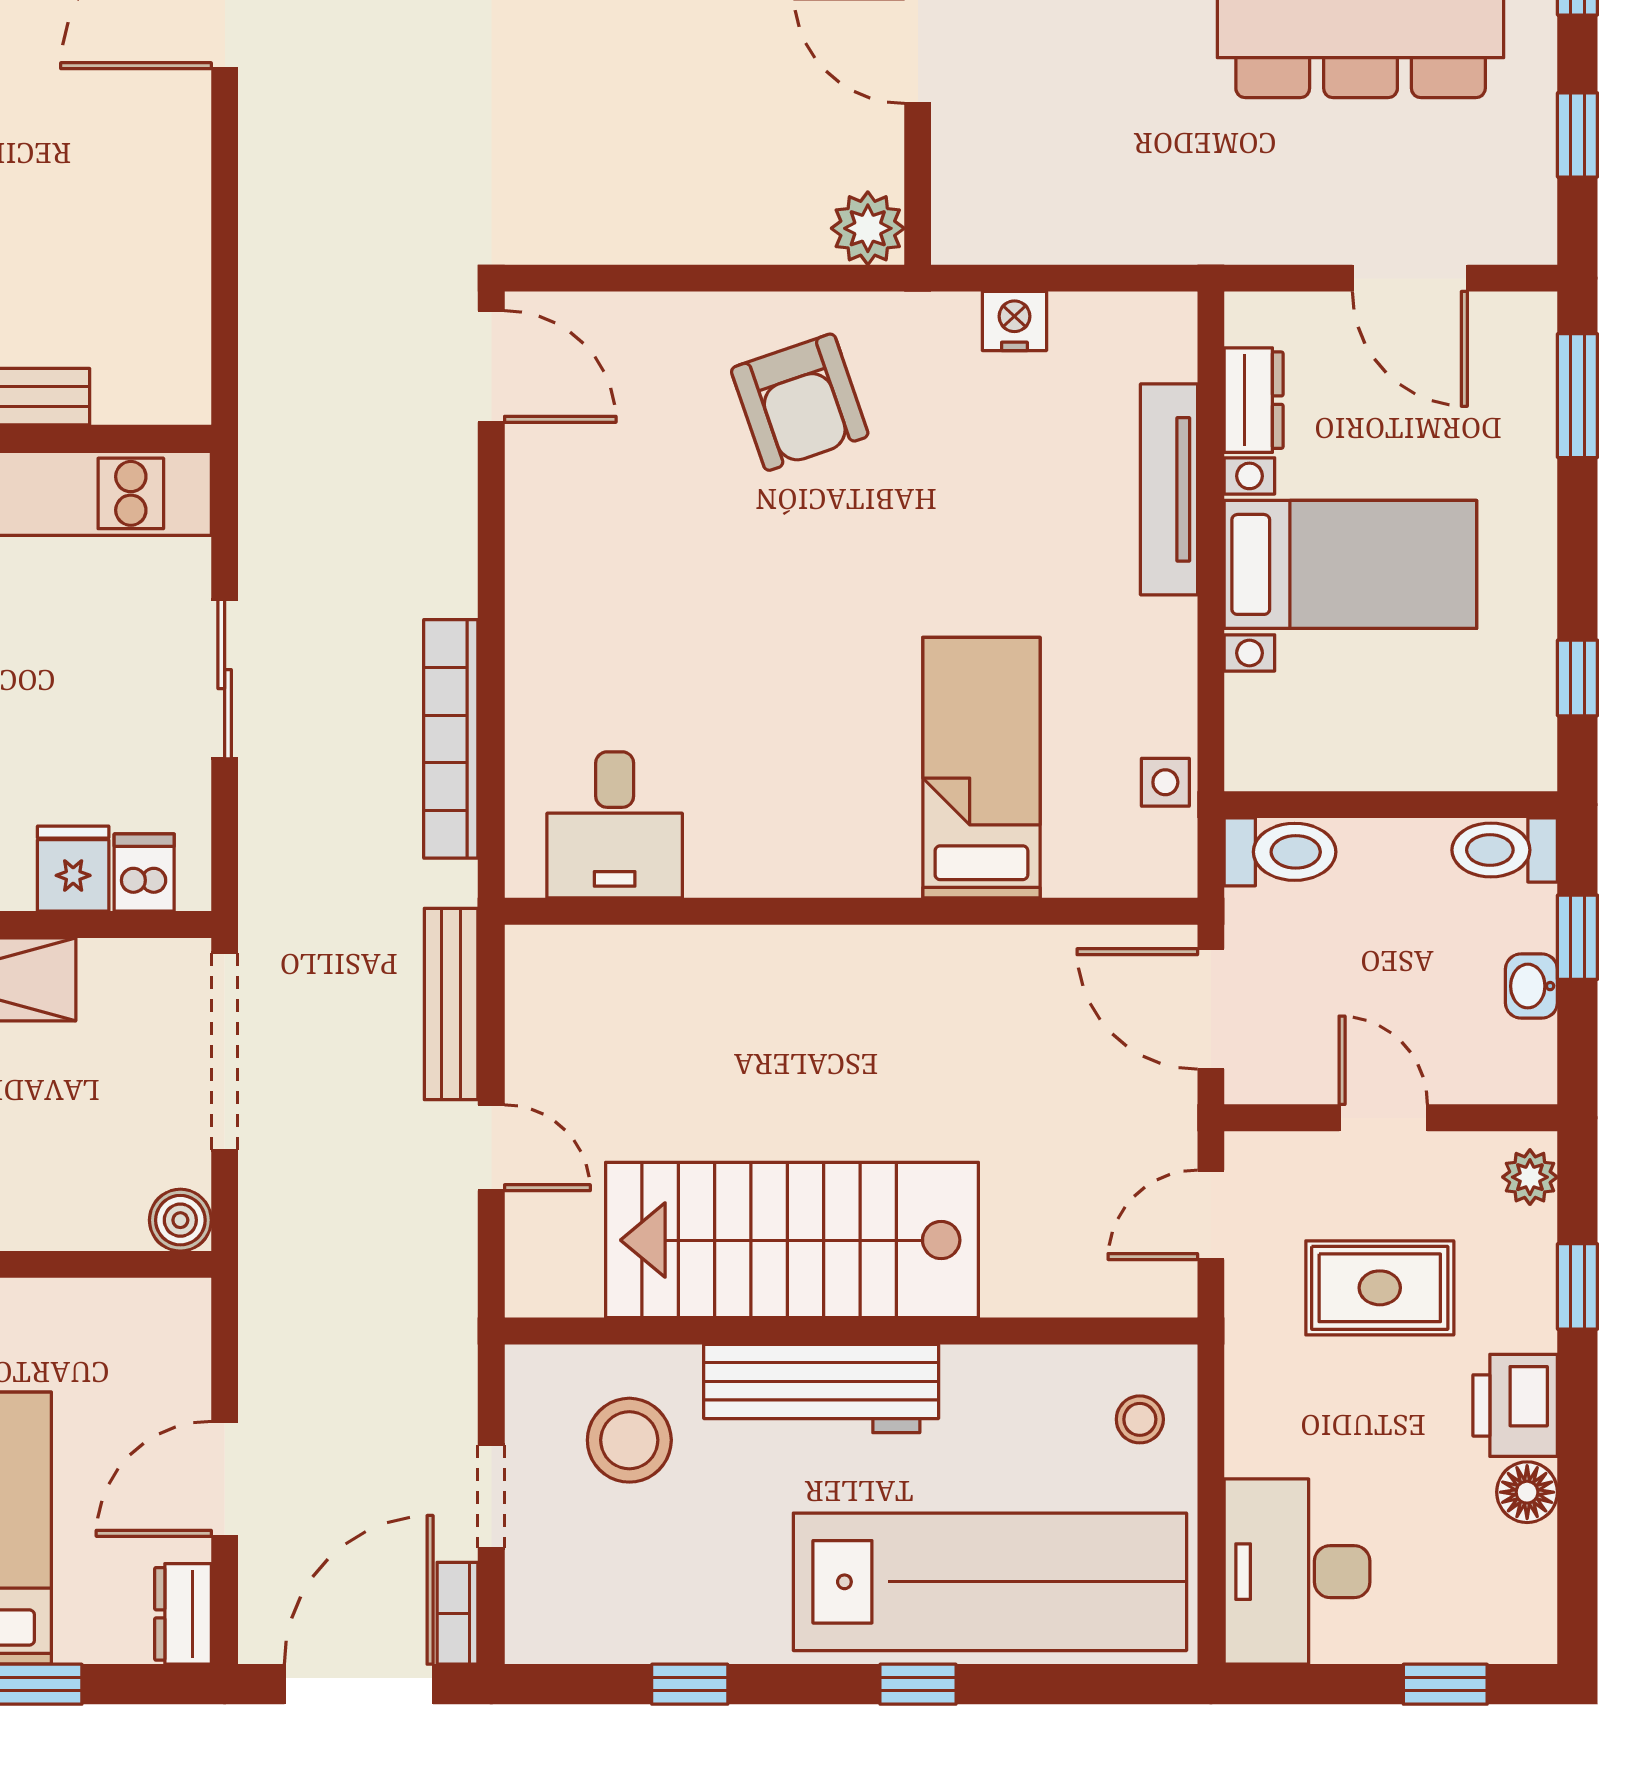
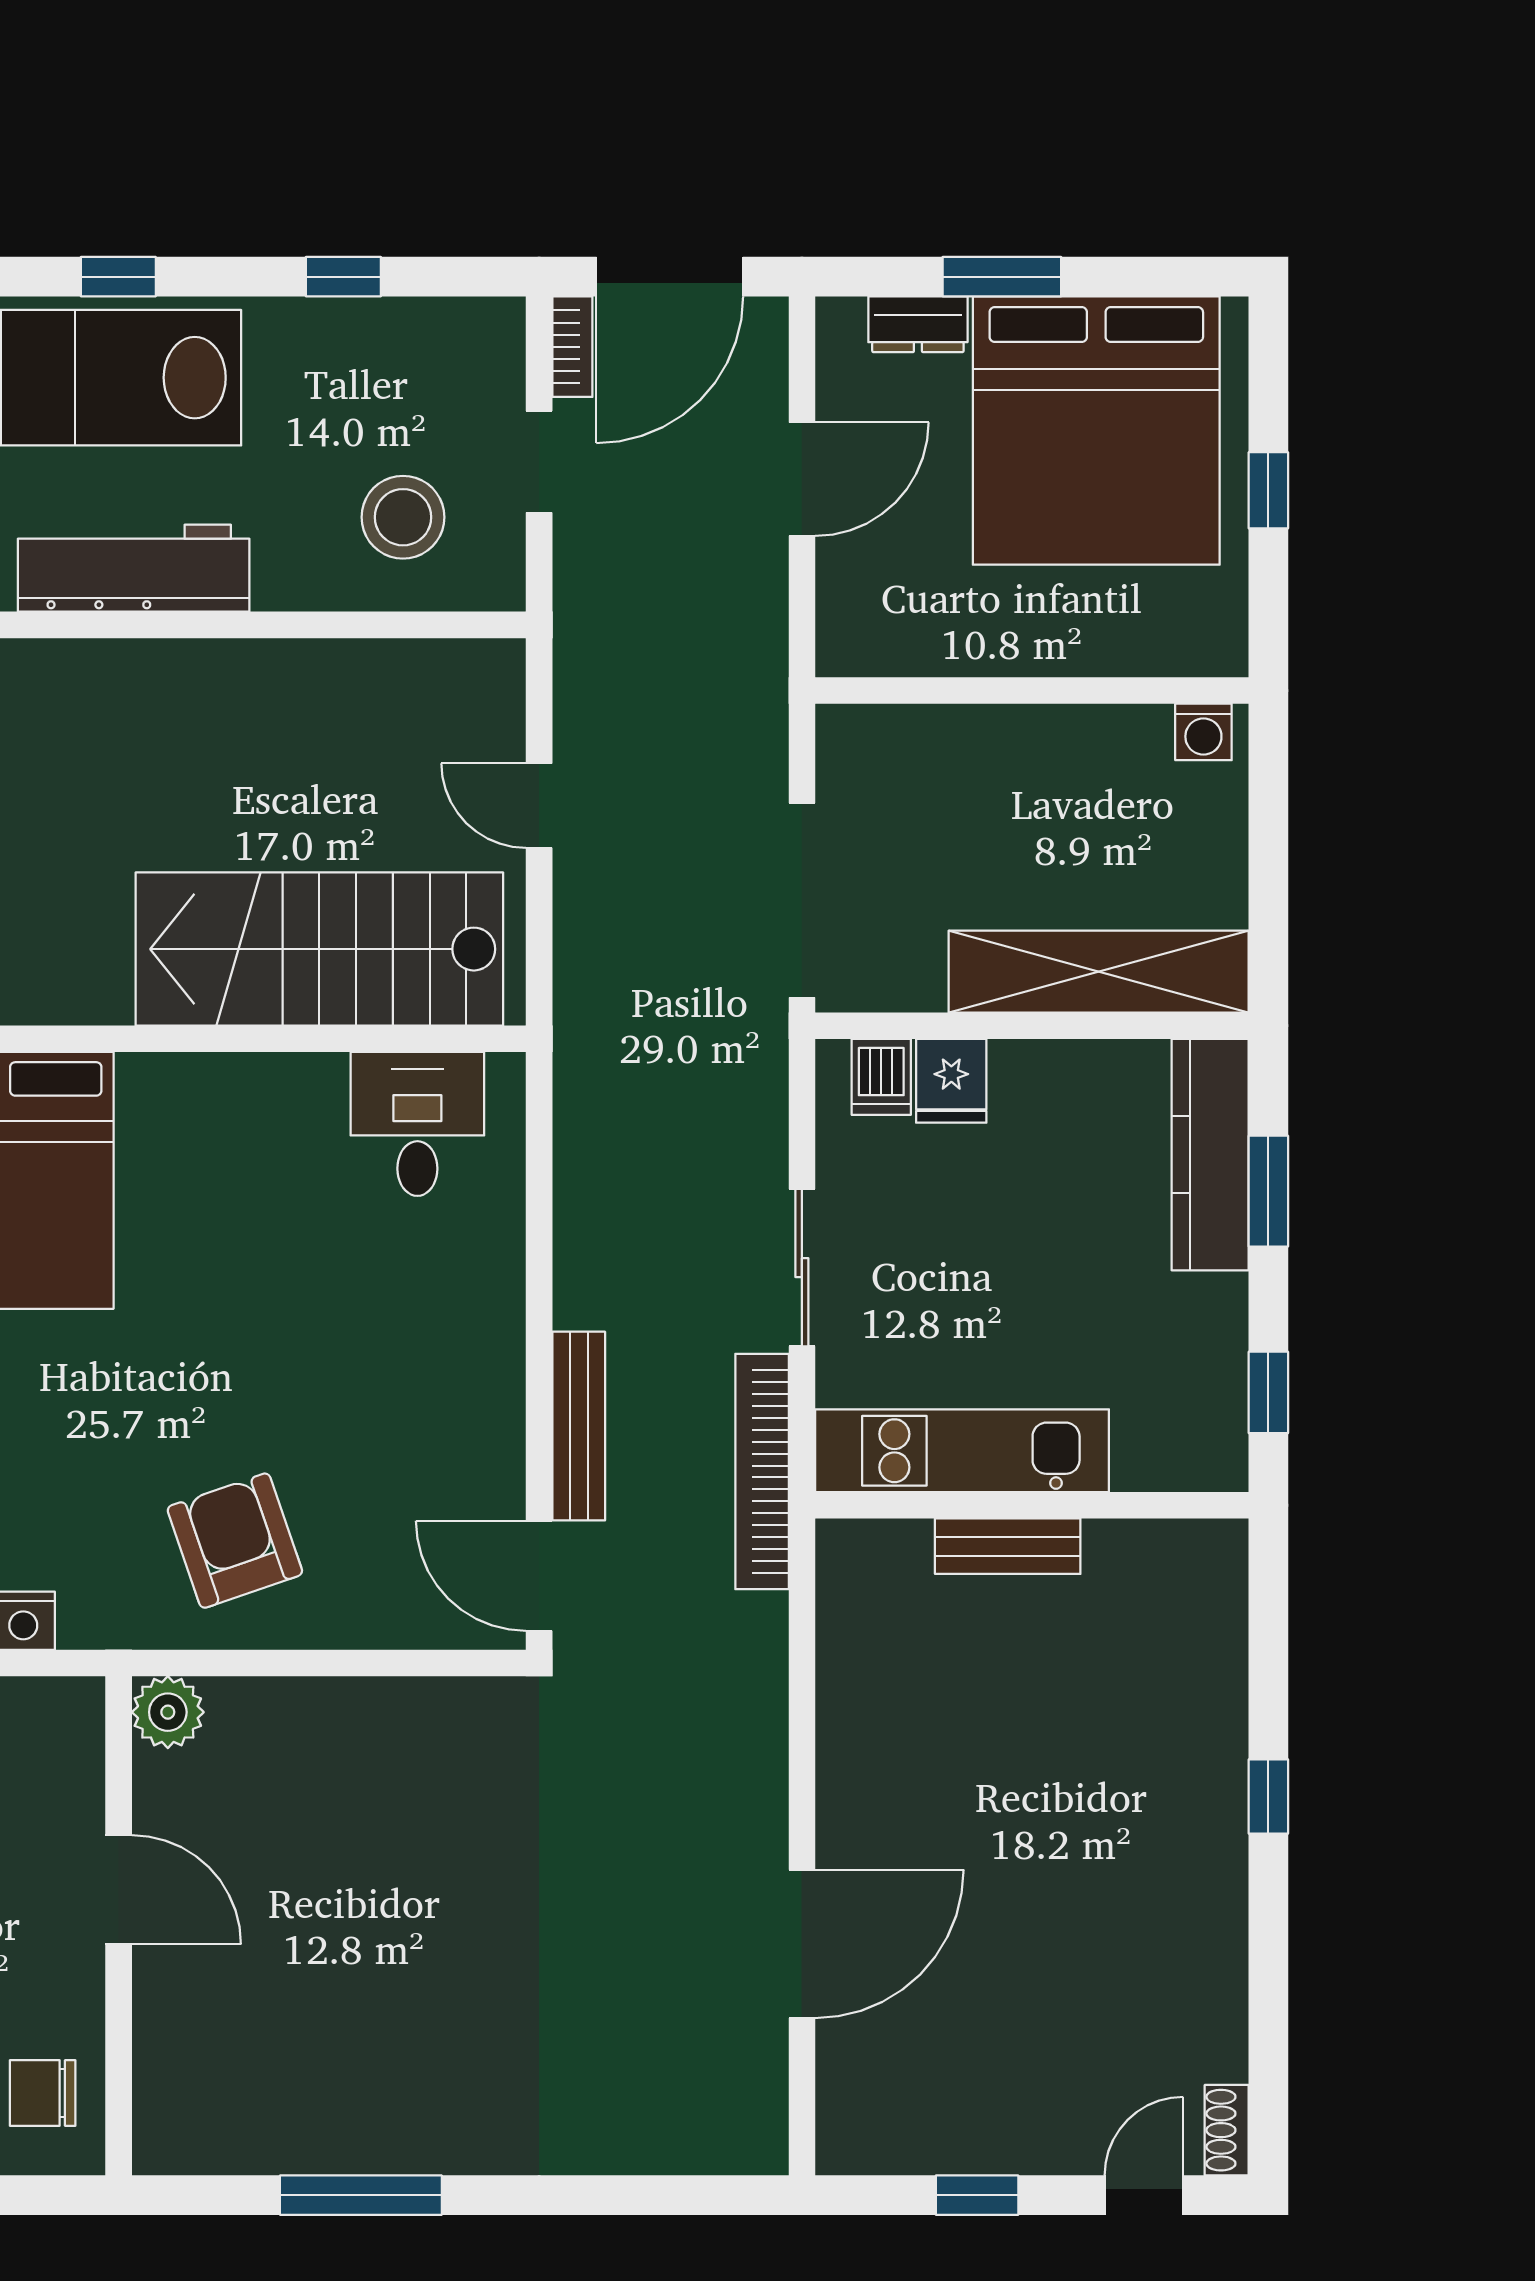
bookcase: (451, 739) -> (762, 1472), moved, turned 180
bench: (451, 1004) -> (579, 1426), moved
boiler: (180, 1220) -> (846, 734), removed
stairs: (792, 1240) -> (319, 949), moved, turned 180
workbench: (821, 1389) -> (134, 568), moved
dresser: (183, 1614) -> (918, 324), moved, turned 90

